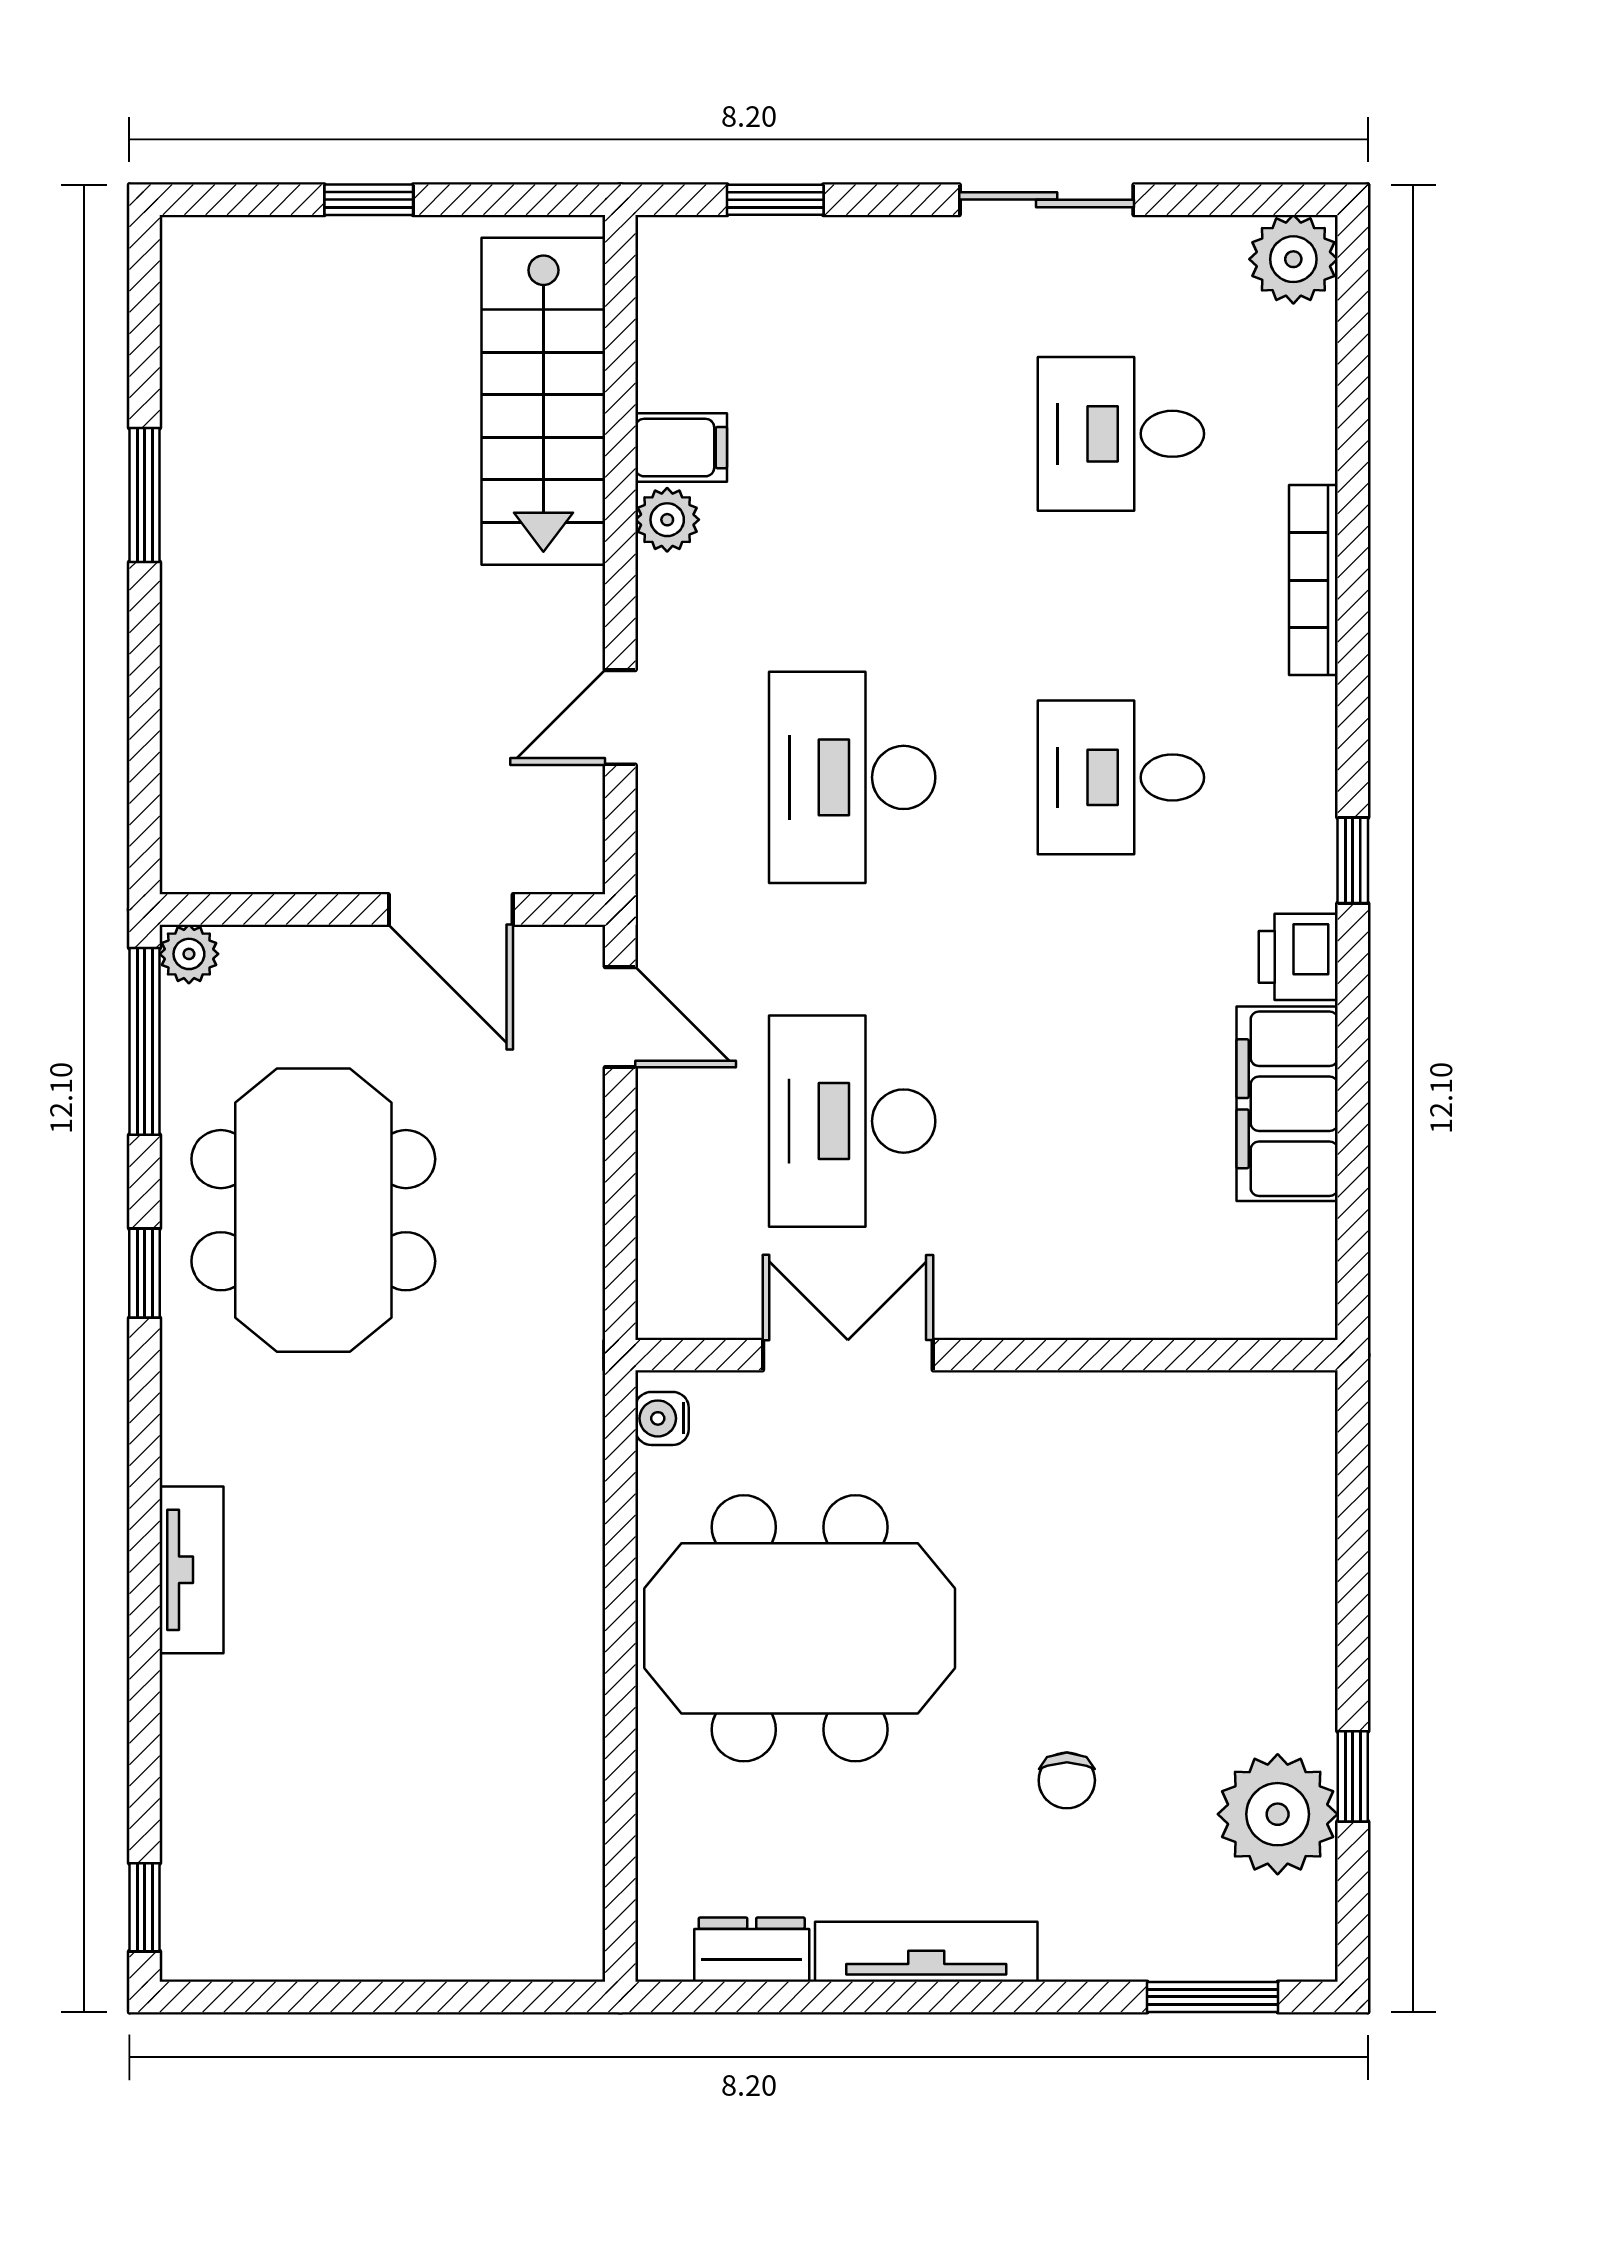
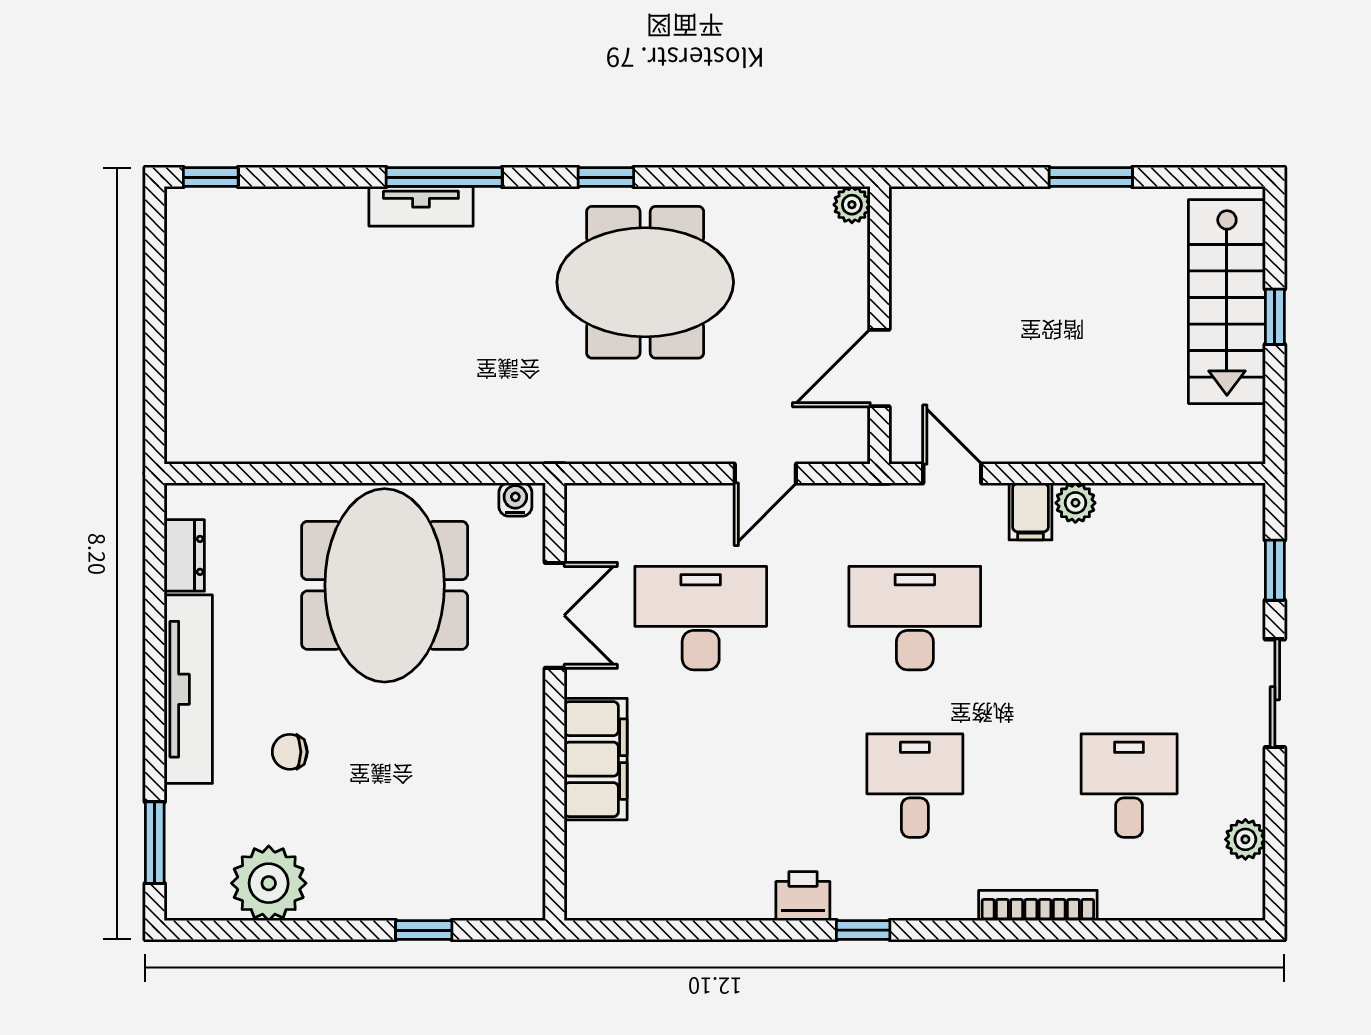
sliding door: (1047, 200) -> (1275, 693), moved
plant: (1293, 259) -> (1245, 839), moved, width x0.73, depth x0.73
stairs: (543, 401) -> (1227, 302), moved, turned -90
filing cabinet: (681, 448) -> (1031, 511), moved
wall: (382, 910) -> (880, 325), moved
door: (451, 910) -> (880, 368), moved
plant: (189, 954) -> (852, 205), moved
window: (145, 1041) -> (444, 177), moved
filing cabinet: (1287, 1104) -> (596, 759), moved, turned 90
window: (1353, 1776) -> (424, 930), moved
tv unit: (926, 1952) -> (188, 689), width x1.36, depth x1.29

